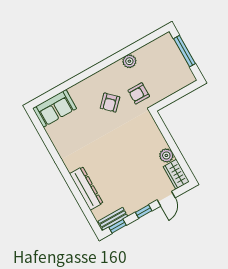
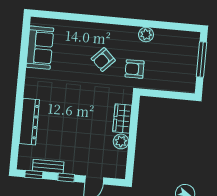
sofa: (55, 108) -> (40, 48), moved, turned -90
wardrobe: (176, 174) -> (122, 119), moved
bench: (113, 219) -> (48, 166), moved

